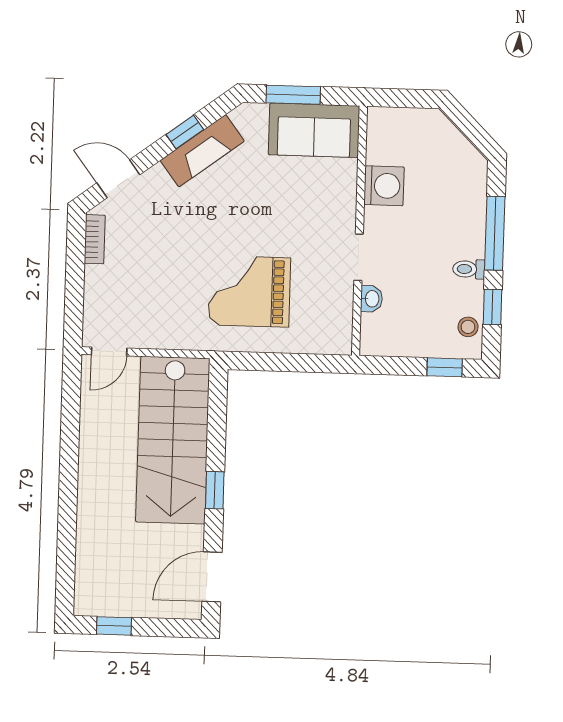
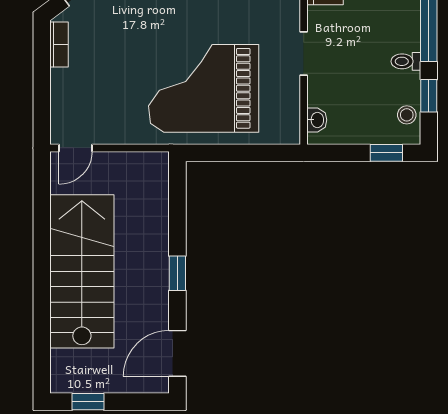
grand piano: (249, 291) -> (204, 88), width x1.37, depth x1.48
washbasin: (372, 299) -> (317, 120), moved
stairs: (173, 440) -> (82, 271), moved, turned 180

